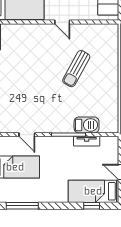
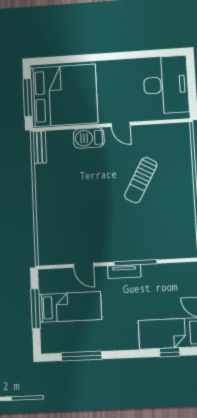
barbecue: (87, 125) -> (89, 138), moved, turned 180
tv unit: (87, 141) -> (124, 271), moved

